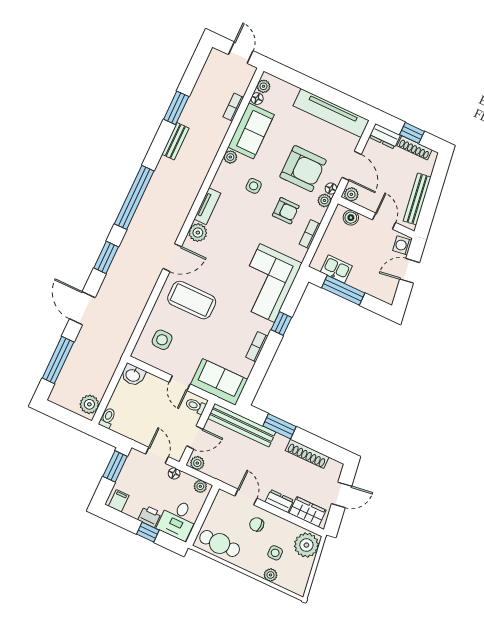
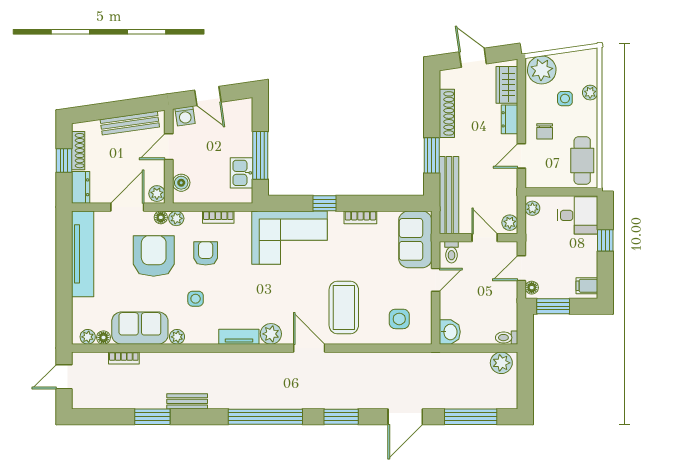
floor lamp: (174, 473) -> (532, 288), moved
printer: (150, 516) -> (588, 246), removed

